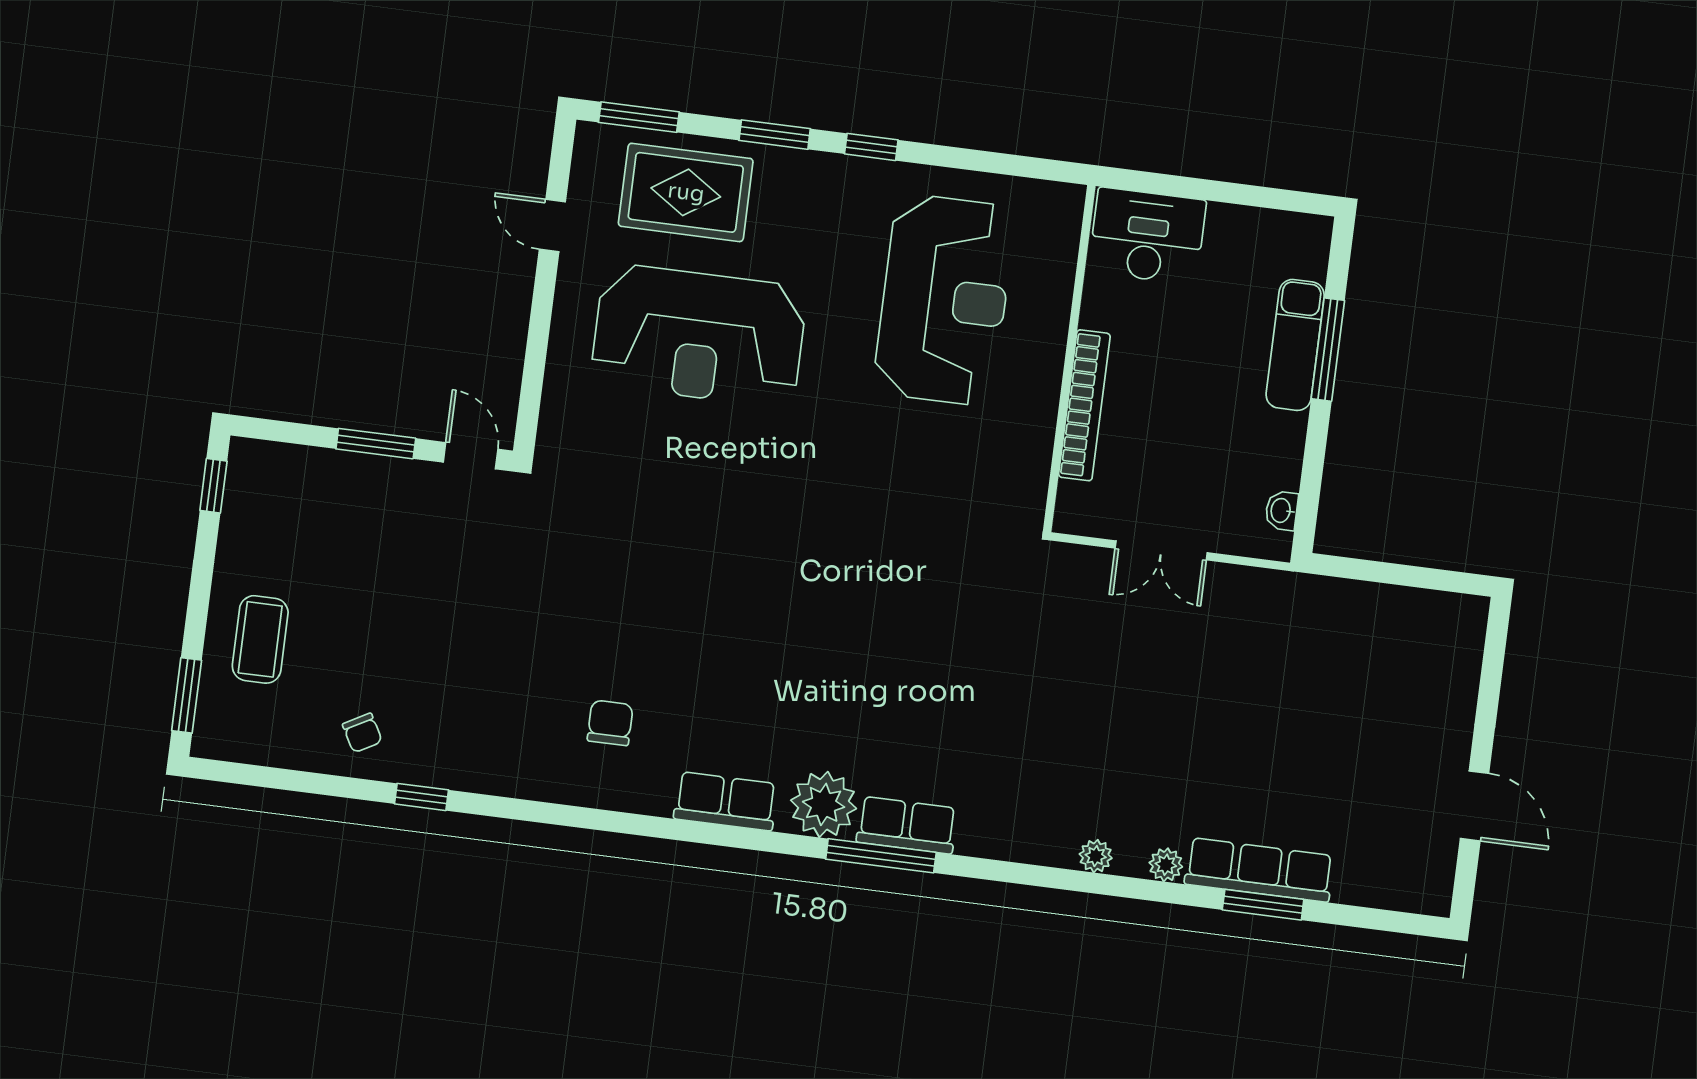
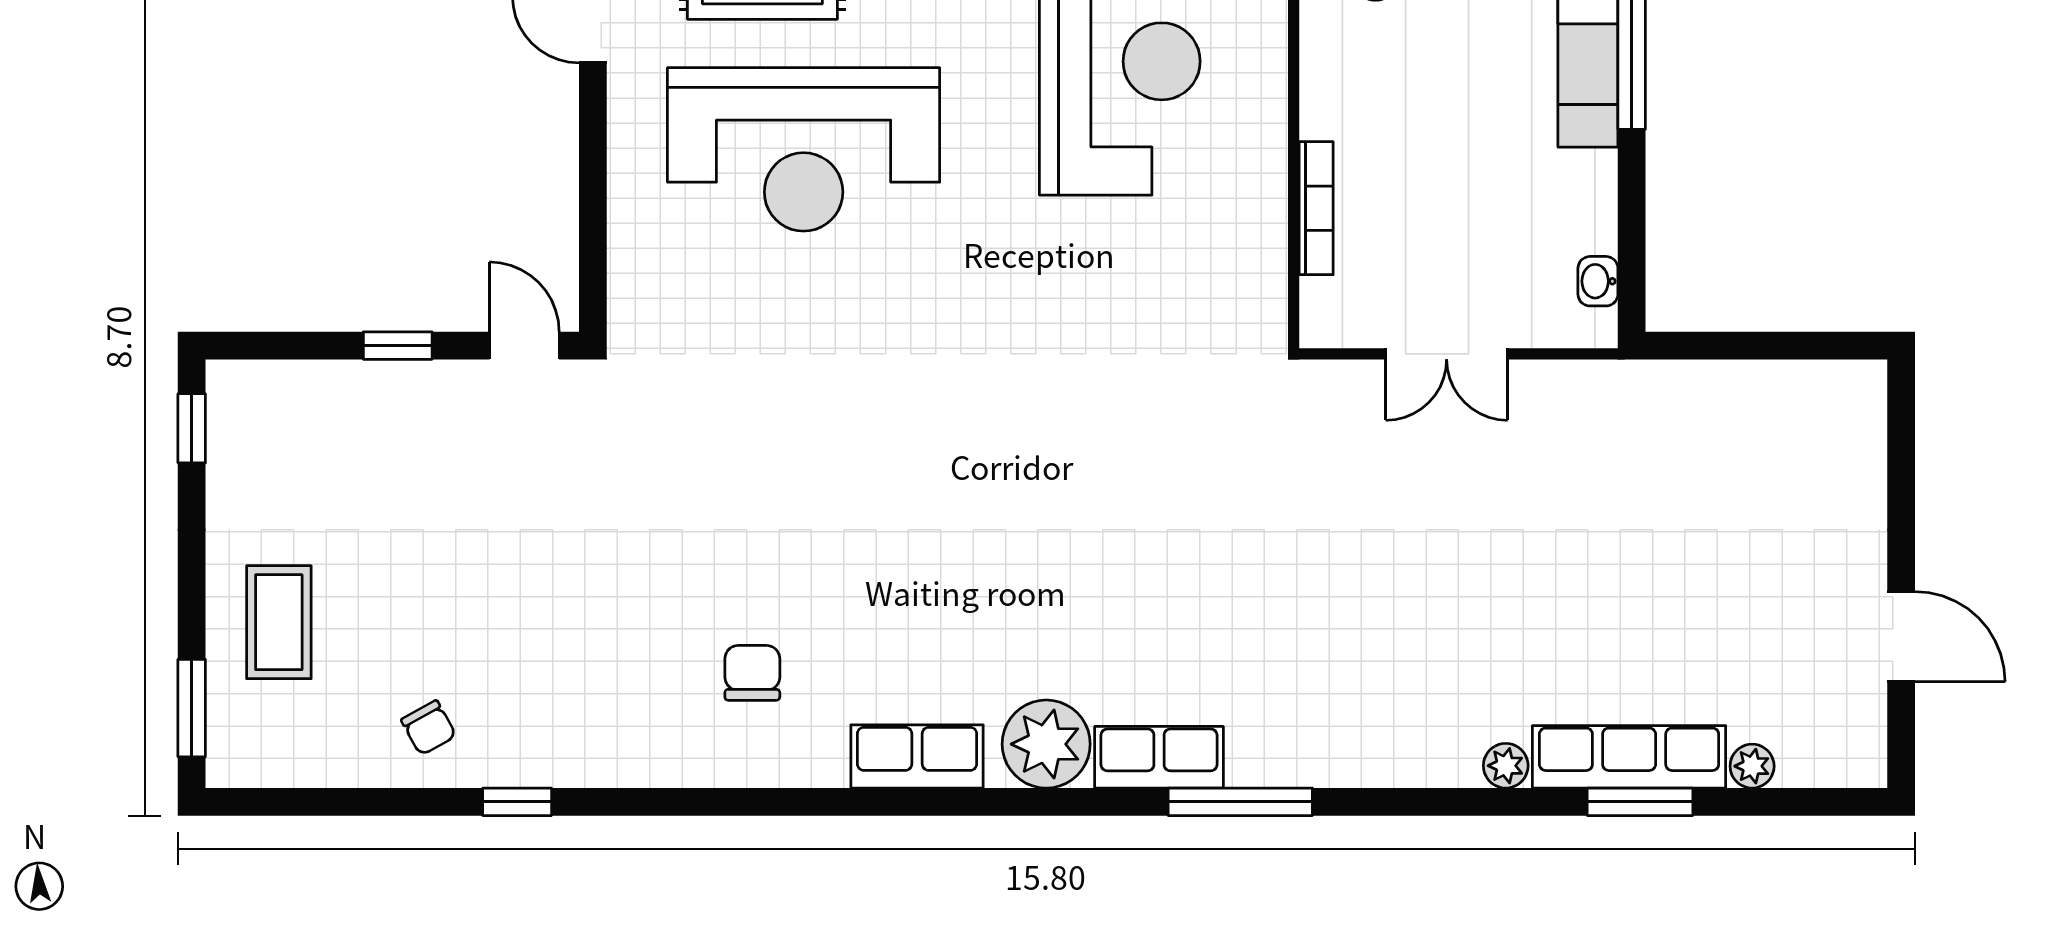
bookcase: (1084, 405) -> (1316, 208), width x0.68, depth x0.76
window: (376, 444) -> (398, 346), width x0.67
window: (881, 856) -> (1240, 802), moved
plant: (1096, 856) -> (1752, 766), moved

